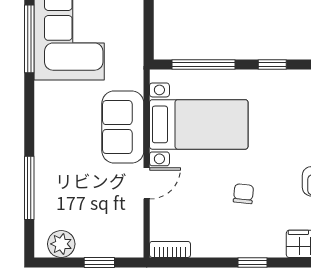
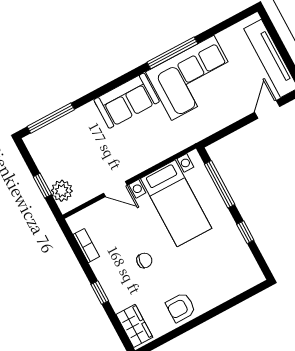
sofa: (123, 127) -> (127, 101), moved, turned 180
window: (29, 188) -> (51, 118), moved
plant: (61, 244) -> (62, 191), moved
bookcase: (170, 249) -> (86, 246), moved

